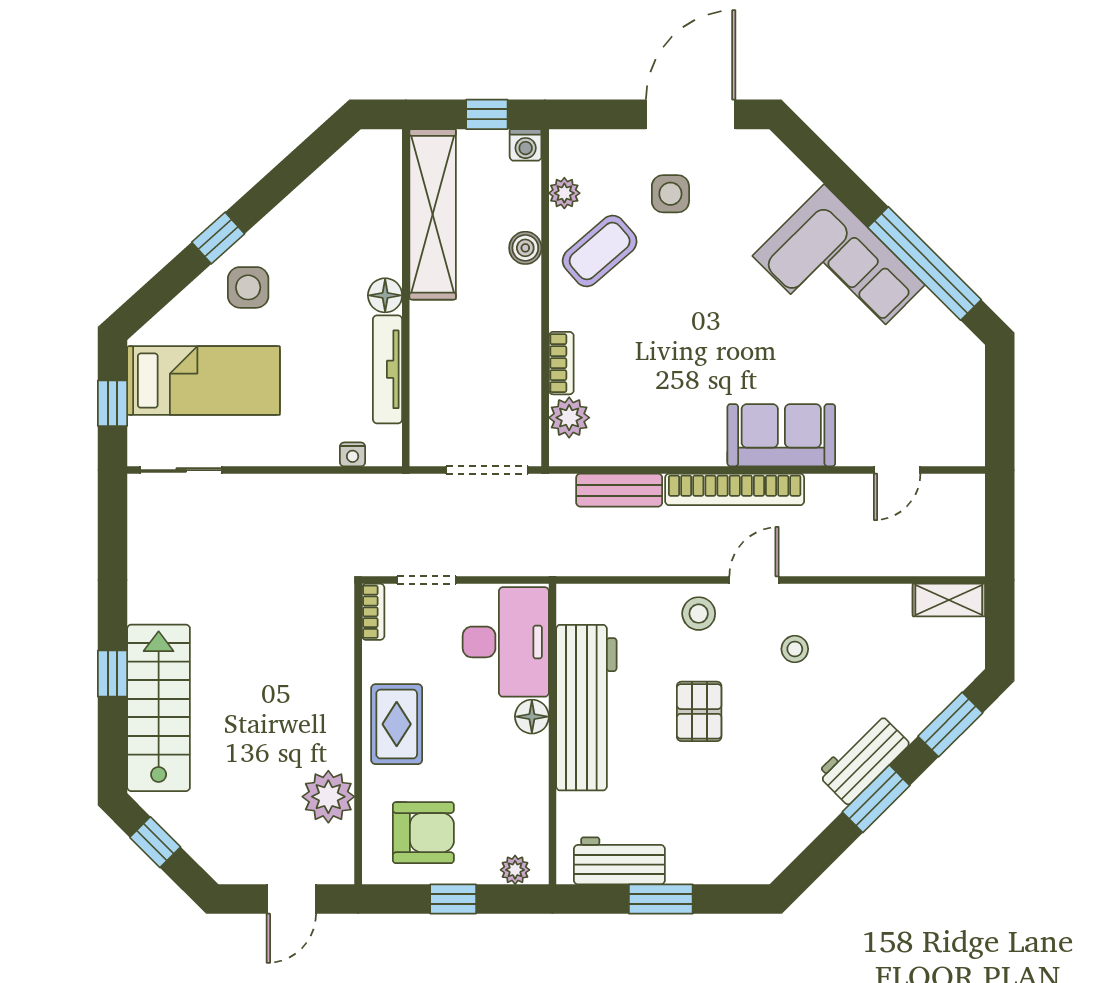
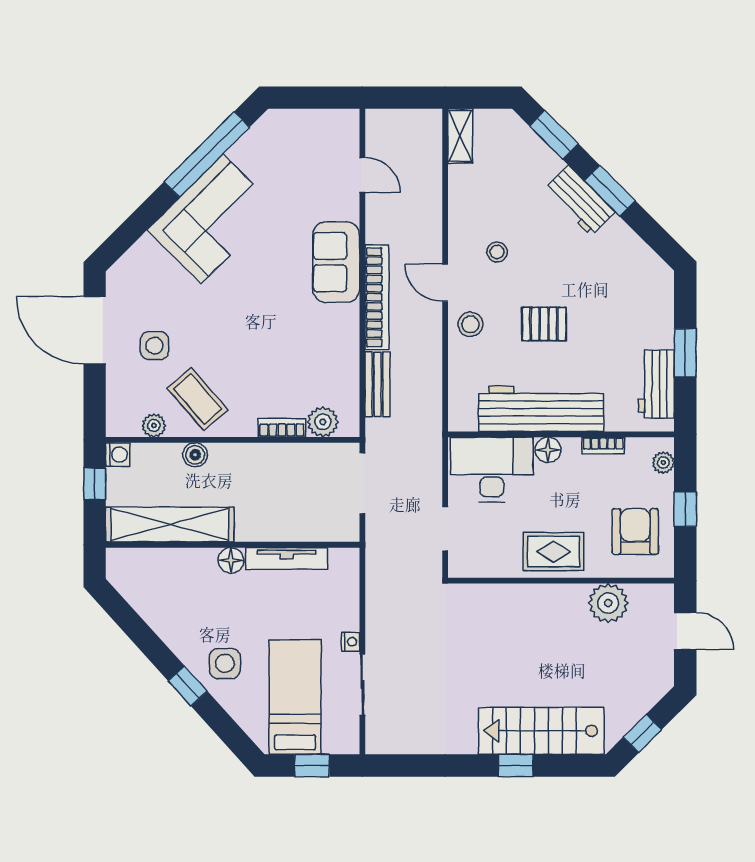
nightstand: (353, 454) -> (351, 642), moved
sliding door: (181, 470) -> (362, 685), moved
bookcase: (373, 612) -> (603, 446), moved, turned 180

